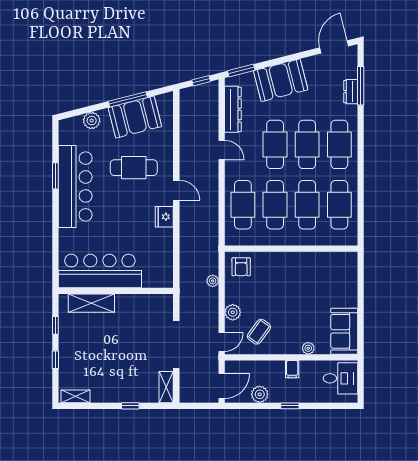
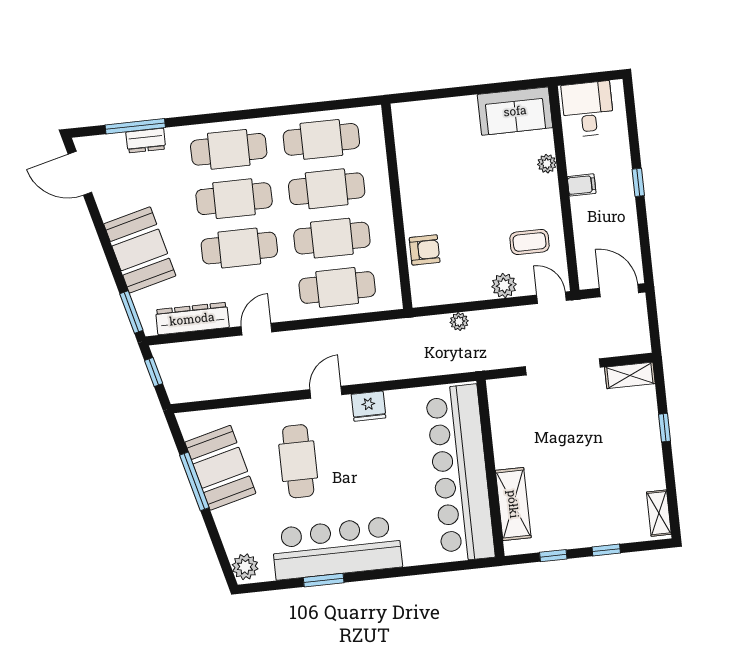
plant: (92, 121) -> (245, 567), moved
armchair: (241, 267) -> (425, 250), moved
bar counter: (100, 271) -> (460, 473), width x1.36
coffee table: (259, 332) -> (529, 242), turned -36
plant: (260, 394) -> (626, 231), removed

